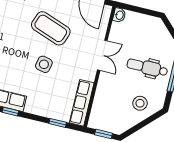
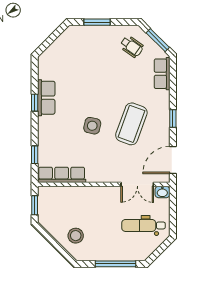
double door: (102, 55) -> (137, 184), moved
dental chair: (147, 68) -> (143, 225), moved, turned -90

